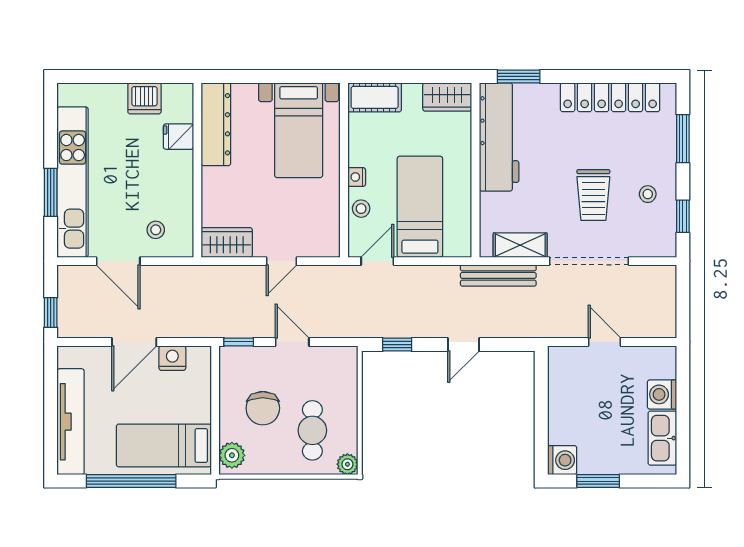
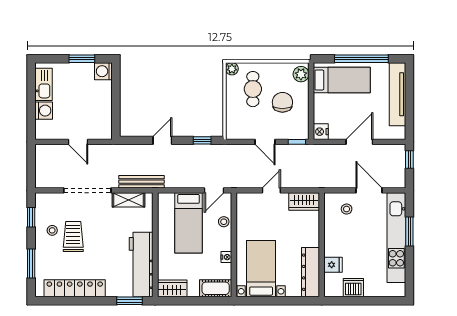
nightstand: (357, 177) -> (226, 257), moved
trolley: (593, 195) -> (73, 237), moved
nightstand: (172, 358) -> (321, 132), moved, turned 90

